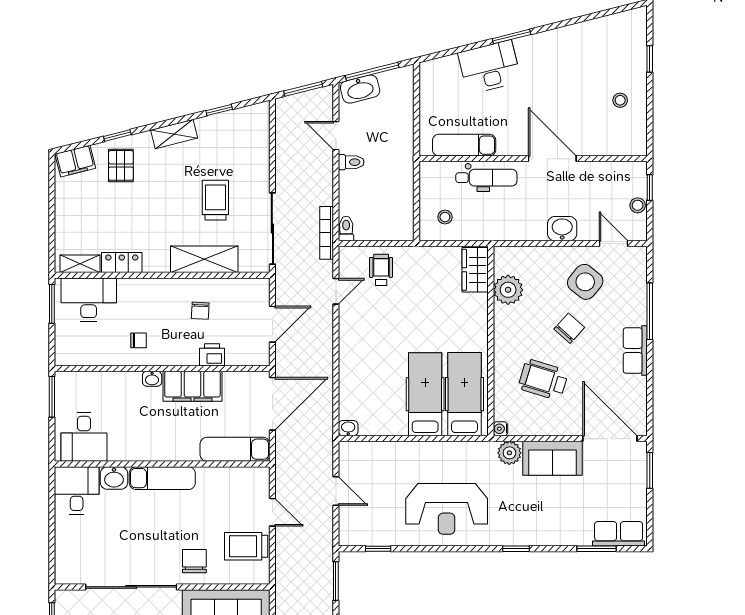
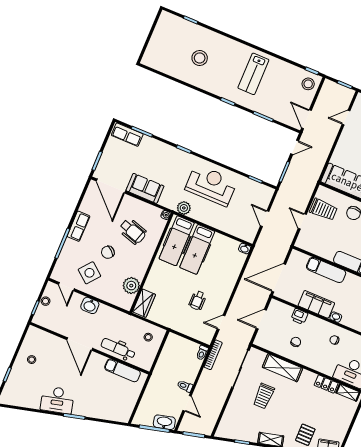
desk: (490, 67) -> (57, 400), moved
wheelchair: (381, 270) -> (198, 300), moved
exam couch: (235, 449) -> (326, 270), moved
plant: (509, 453) -> (184, 208), moved

